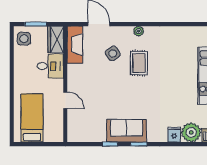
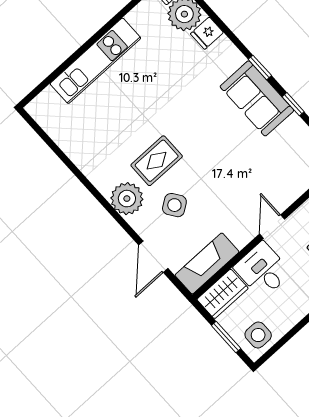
plant: (139, 31) -> (127, 199), width x1.88, depth x1.88
door: (65, 100) -> (272, 227), moved

